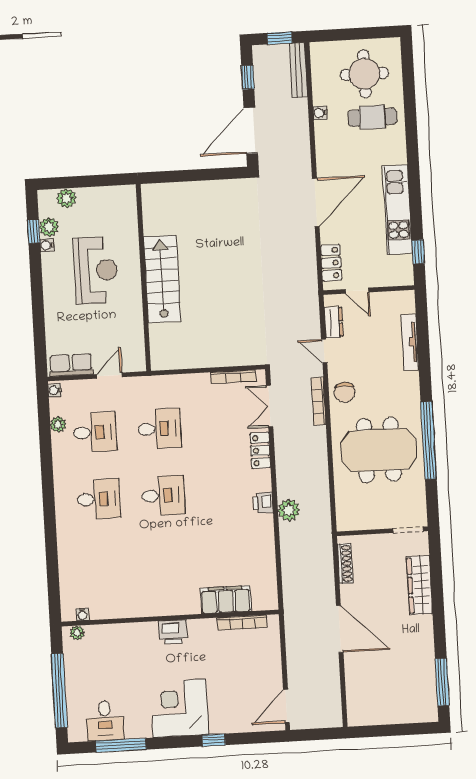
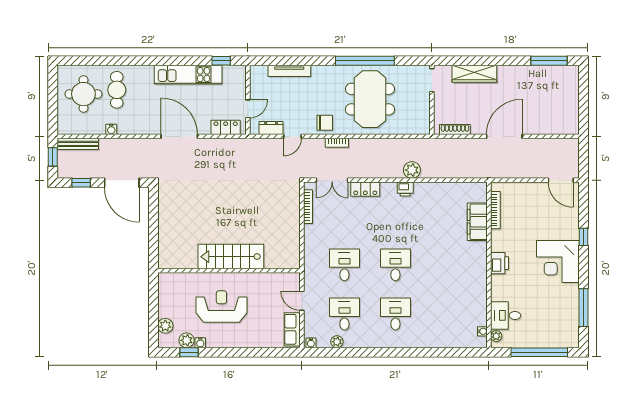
bookcase: (319, 401) -> (337, 143), width x0.64
desk: (105, 721) -> (506, 315), moved, turned 180

